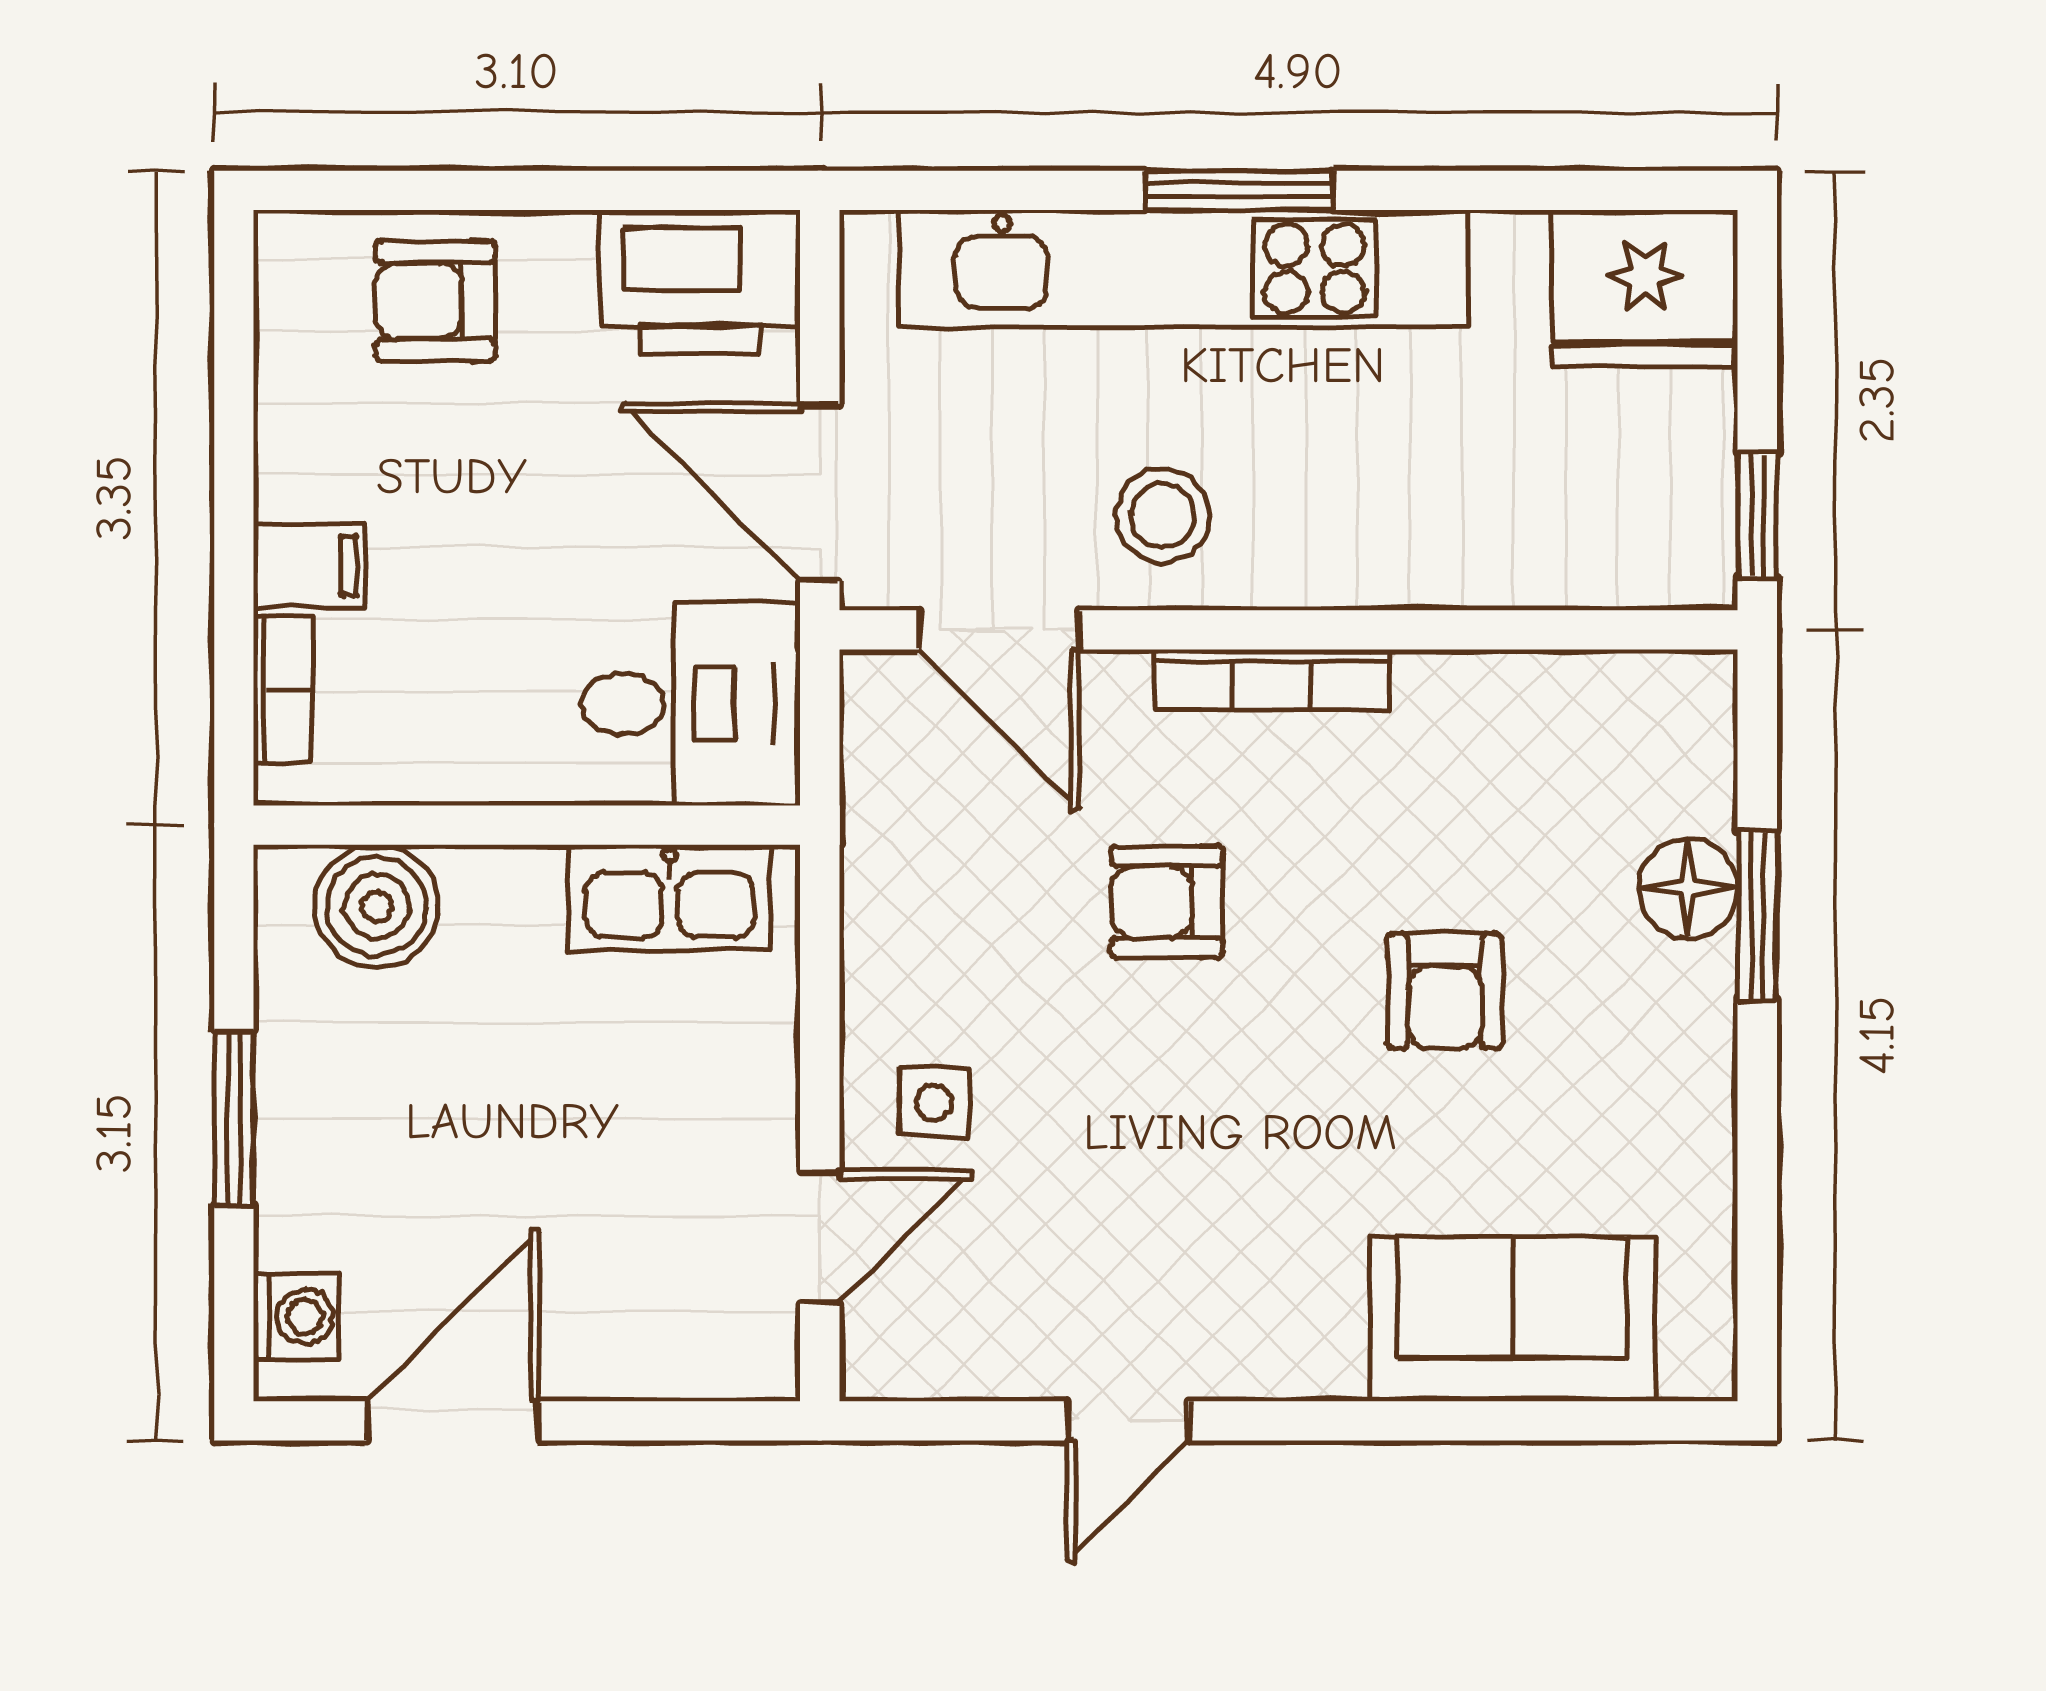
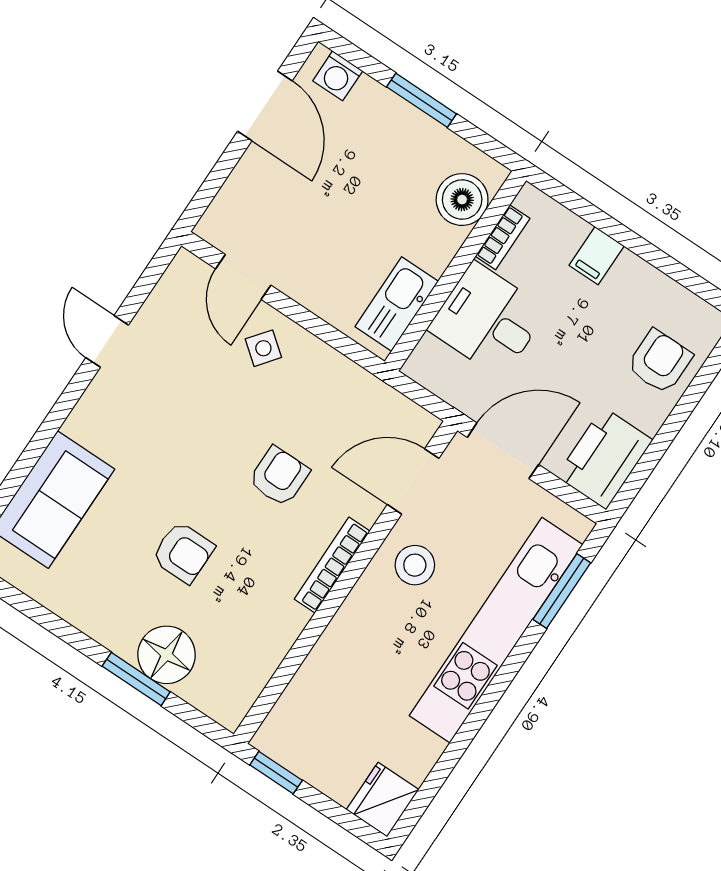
window: (1239, 190) -> (562, 591), moved
fridge: (1645, 288) -> (383, 800), width x0.73, depth x0.75
bookcase: (283, 689) -> (503, 237), moved, turned -90
desk: (691, 704) -> (488, 320), moved, turned 90
floor lamp: (1688, 888) -> (166, 655), width x1.38, depth x1.38
armchair: (1445, 991) -> (183, 552), turned 180
side table: (934, 1103) -> (263, 348), turned 36

